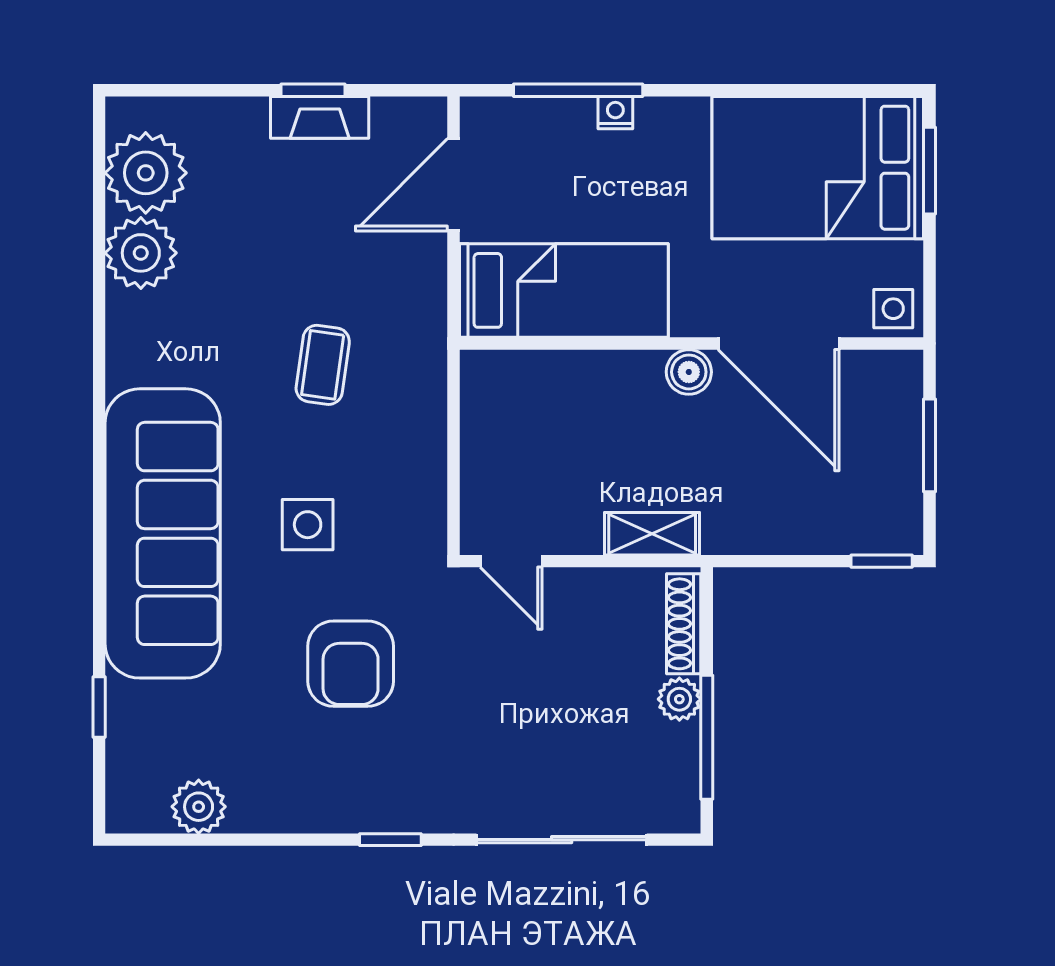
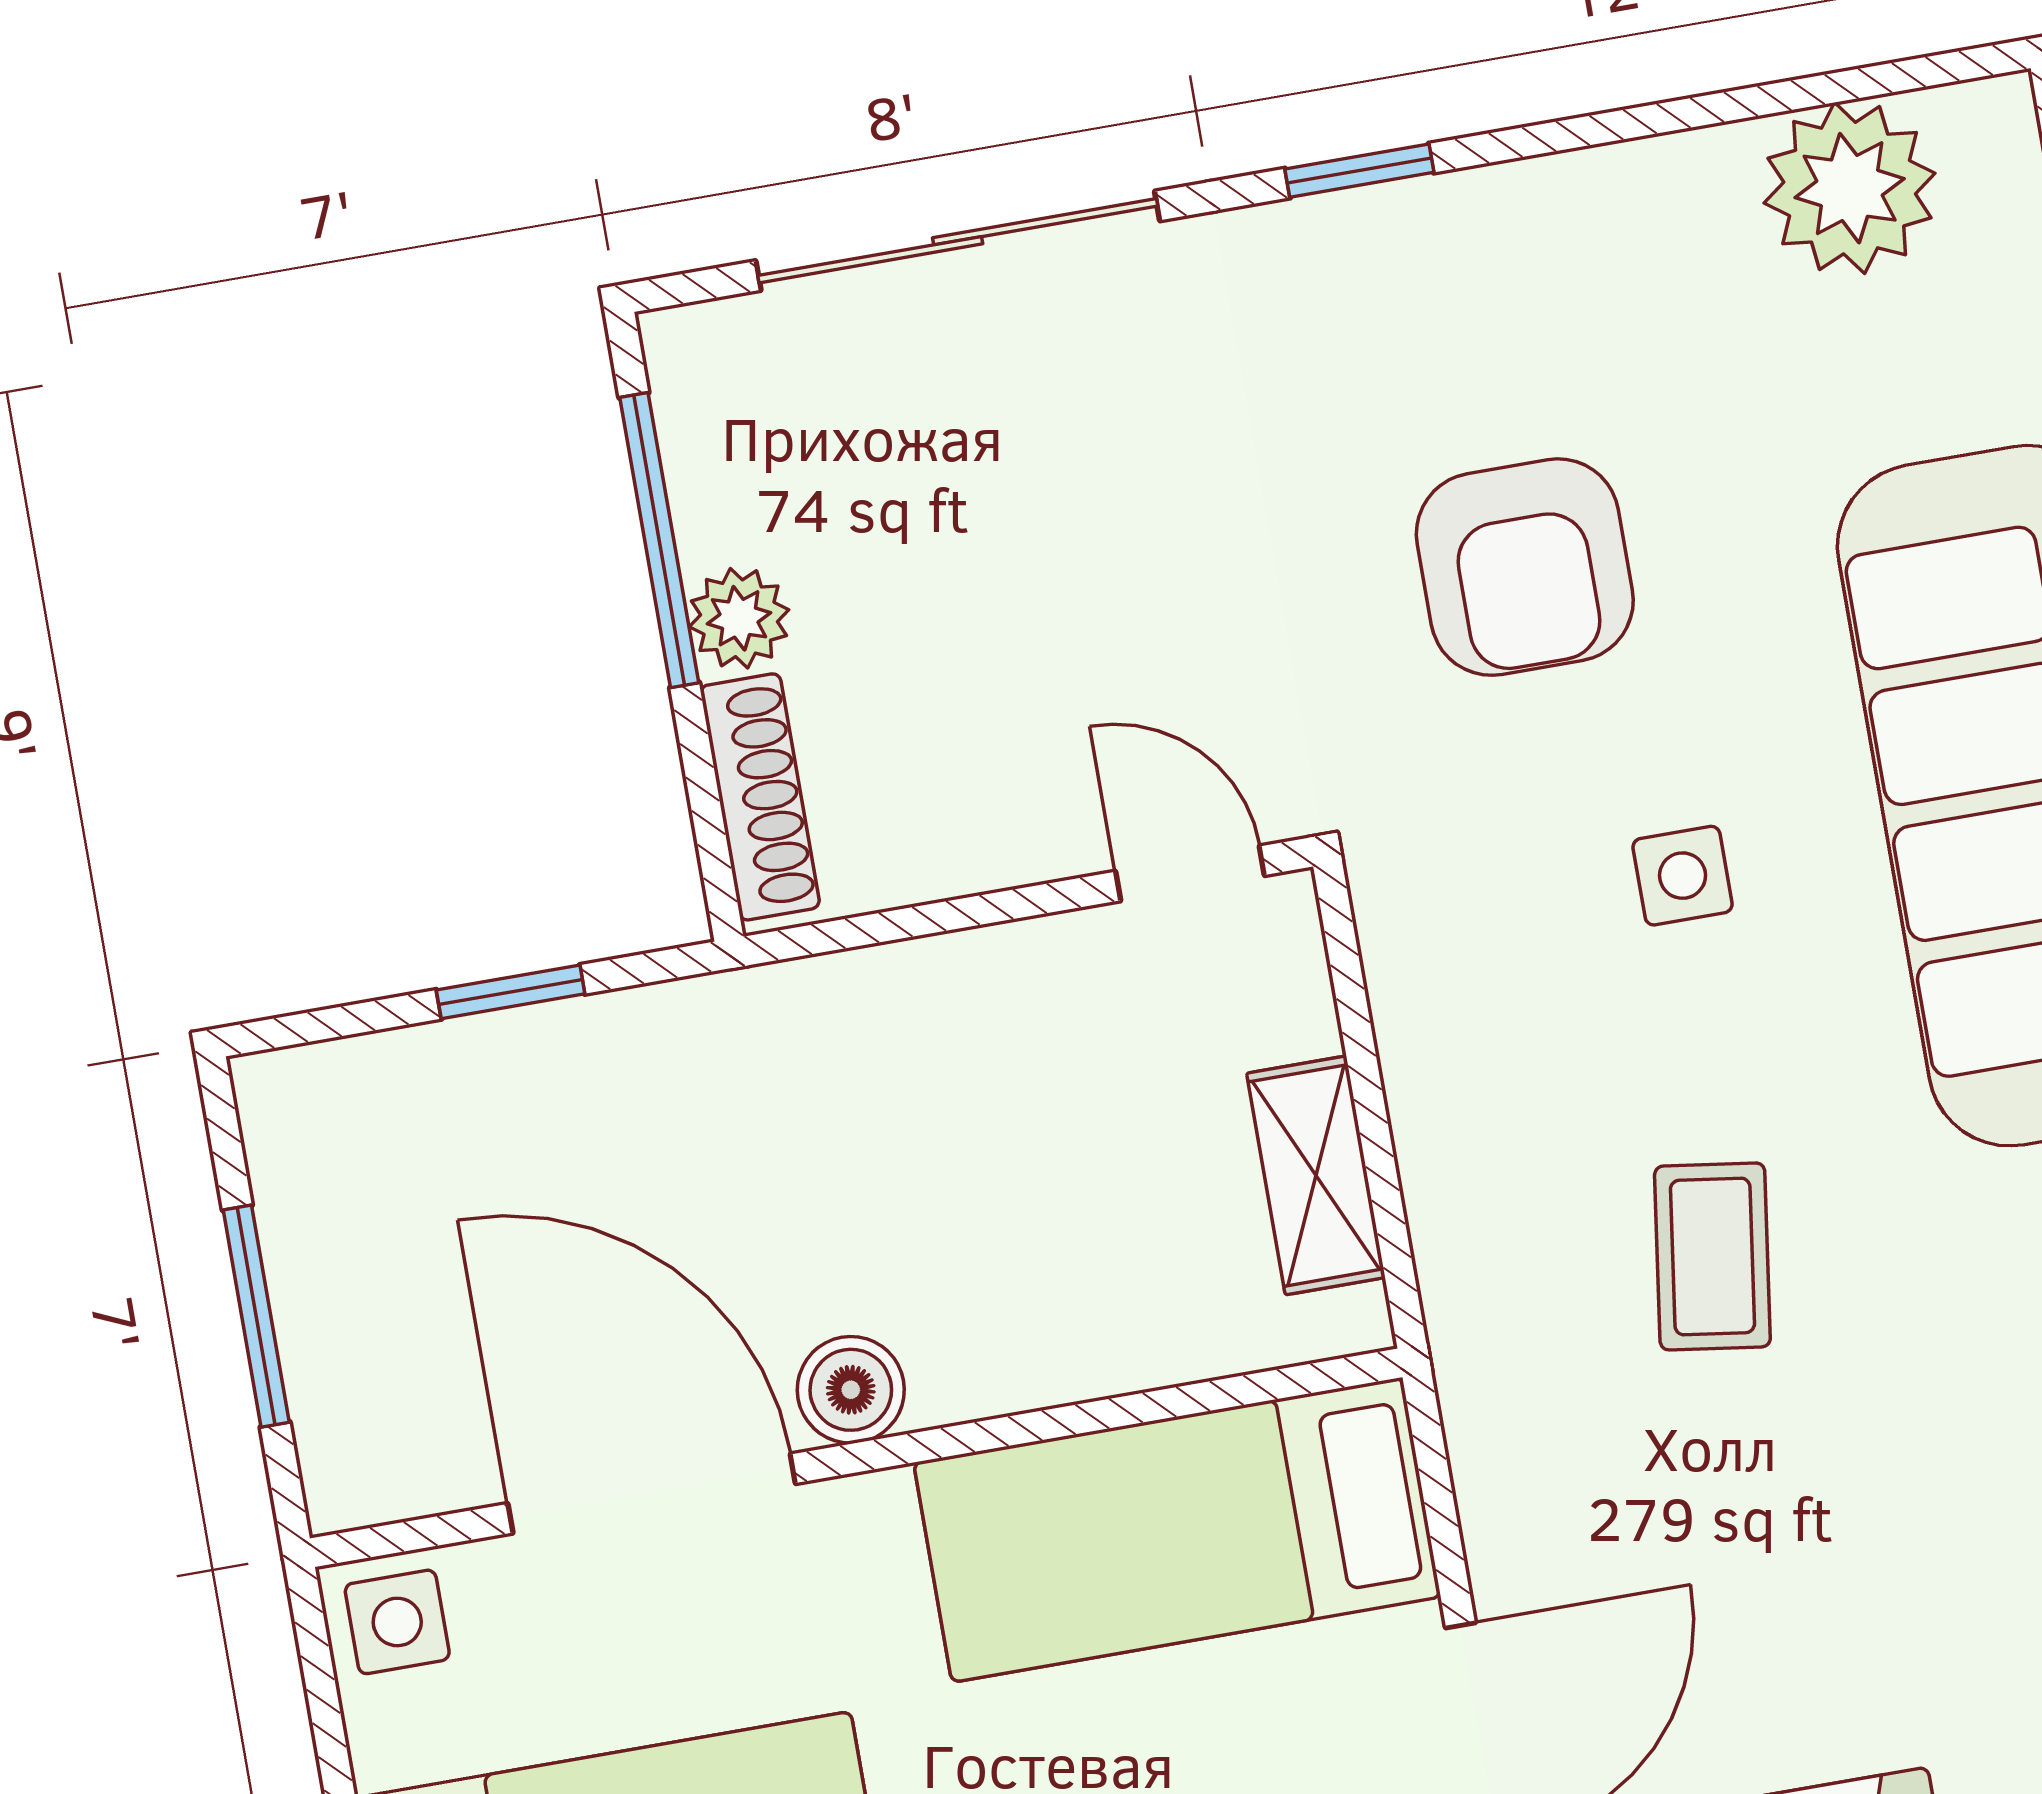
side table: (308, 525) -> (1683, 876), width x0.73, depth x0.73
shelving: (652, 534) -> (1316, 1175), moved, turned 90
window: (882, 561) -> (511, 992), moved
armchair: (351, 664) -> (1525, 567), turned 180
plant: (199, 807) -> (1850, 188), width x1.36, depth x1.36

